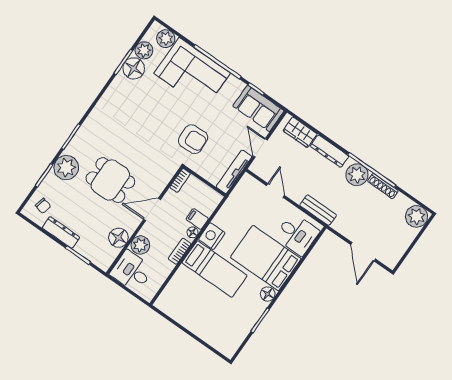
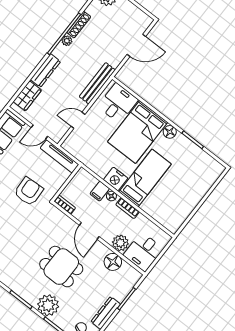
plant: (357, 175) -> (67, 41), width x0.53, depth x0.53
dining table: (110, 180) -> (61, 267), turned 90
bench: (318, 210) -> (97, 83), width x1.36

